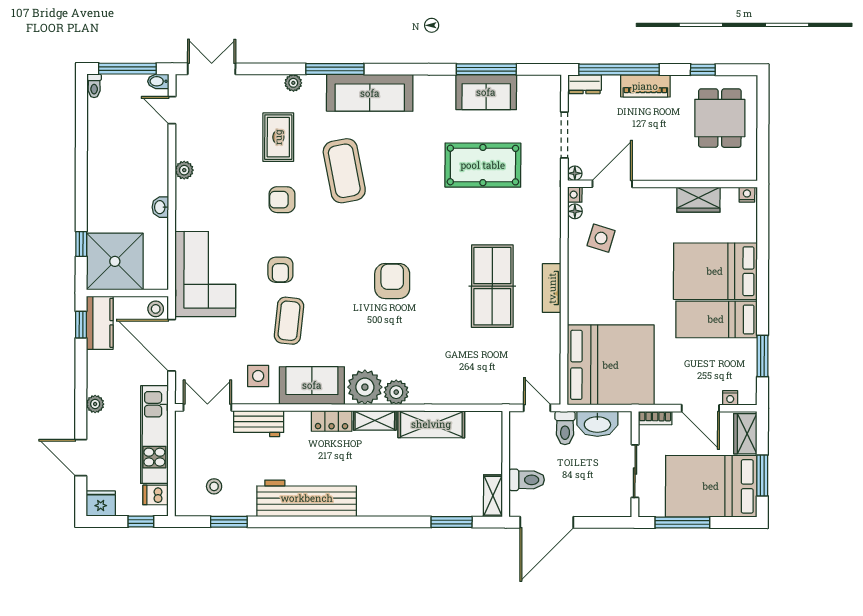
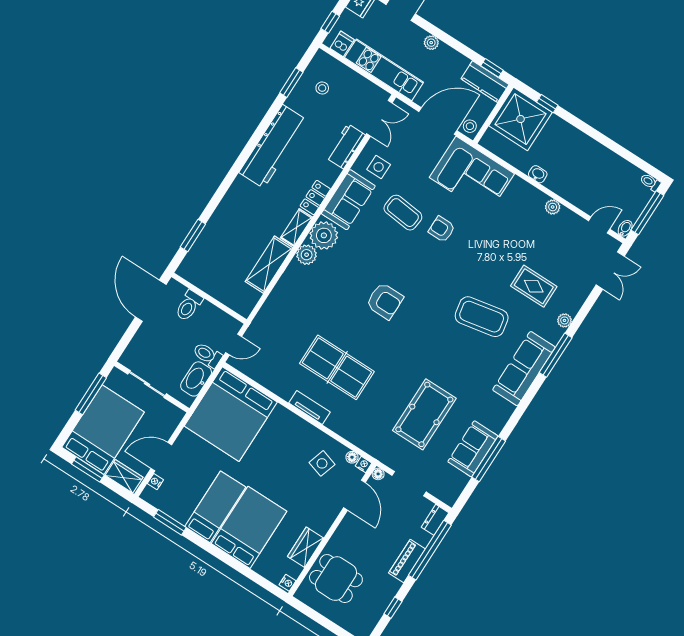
dining table: (720, 118) -> (336, 579), moved
armchair: (282, 200) -> (489, 261), removed
bookcase: (655, 418) -> (175, 421), removed
shelving: (493, 496) -> (193, 275), removed

